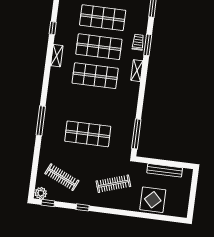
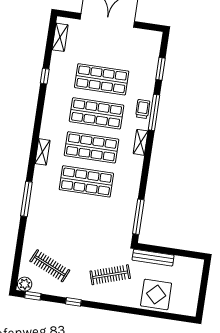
window: (53, 28) -> (45, 76), moved
window: (148, 45) -> (154, 112), width x1.44
shelving: (57, 56) -> (43, 152), moved
shop shelf: (88, 134) -> (86, 181), moved
bench: (165, 170) -> (153, 258), moved

